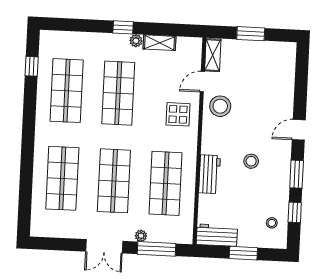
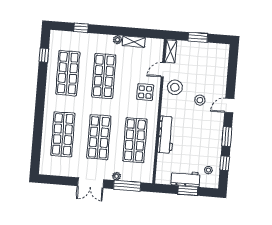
window: (123, 27) -> (81, 28), moved
stool: (251, 161) -> (200, 100), moved
workbench: (209, 174) -> (166, 135), width x1.38
workbench: (217, 235) -> (186, 179), moved

